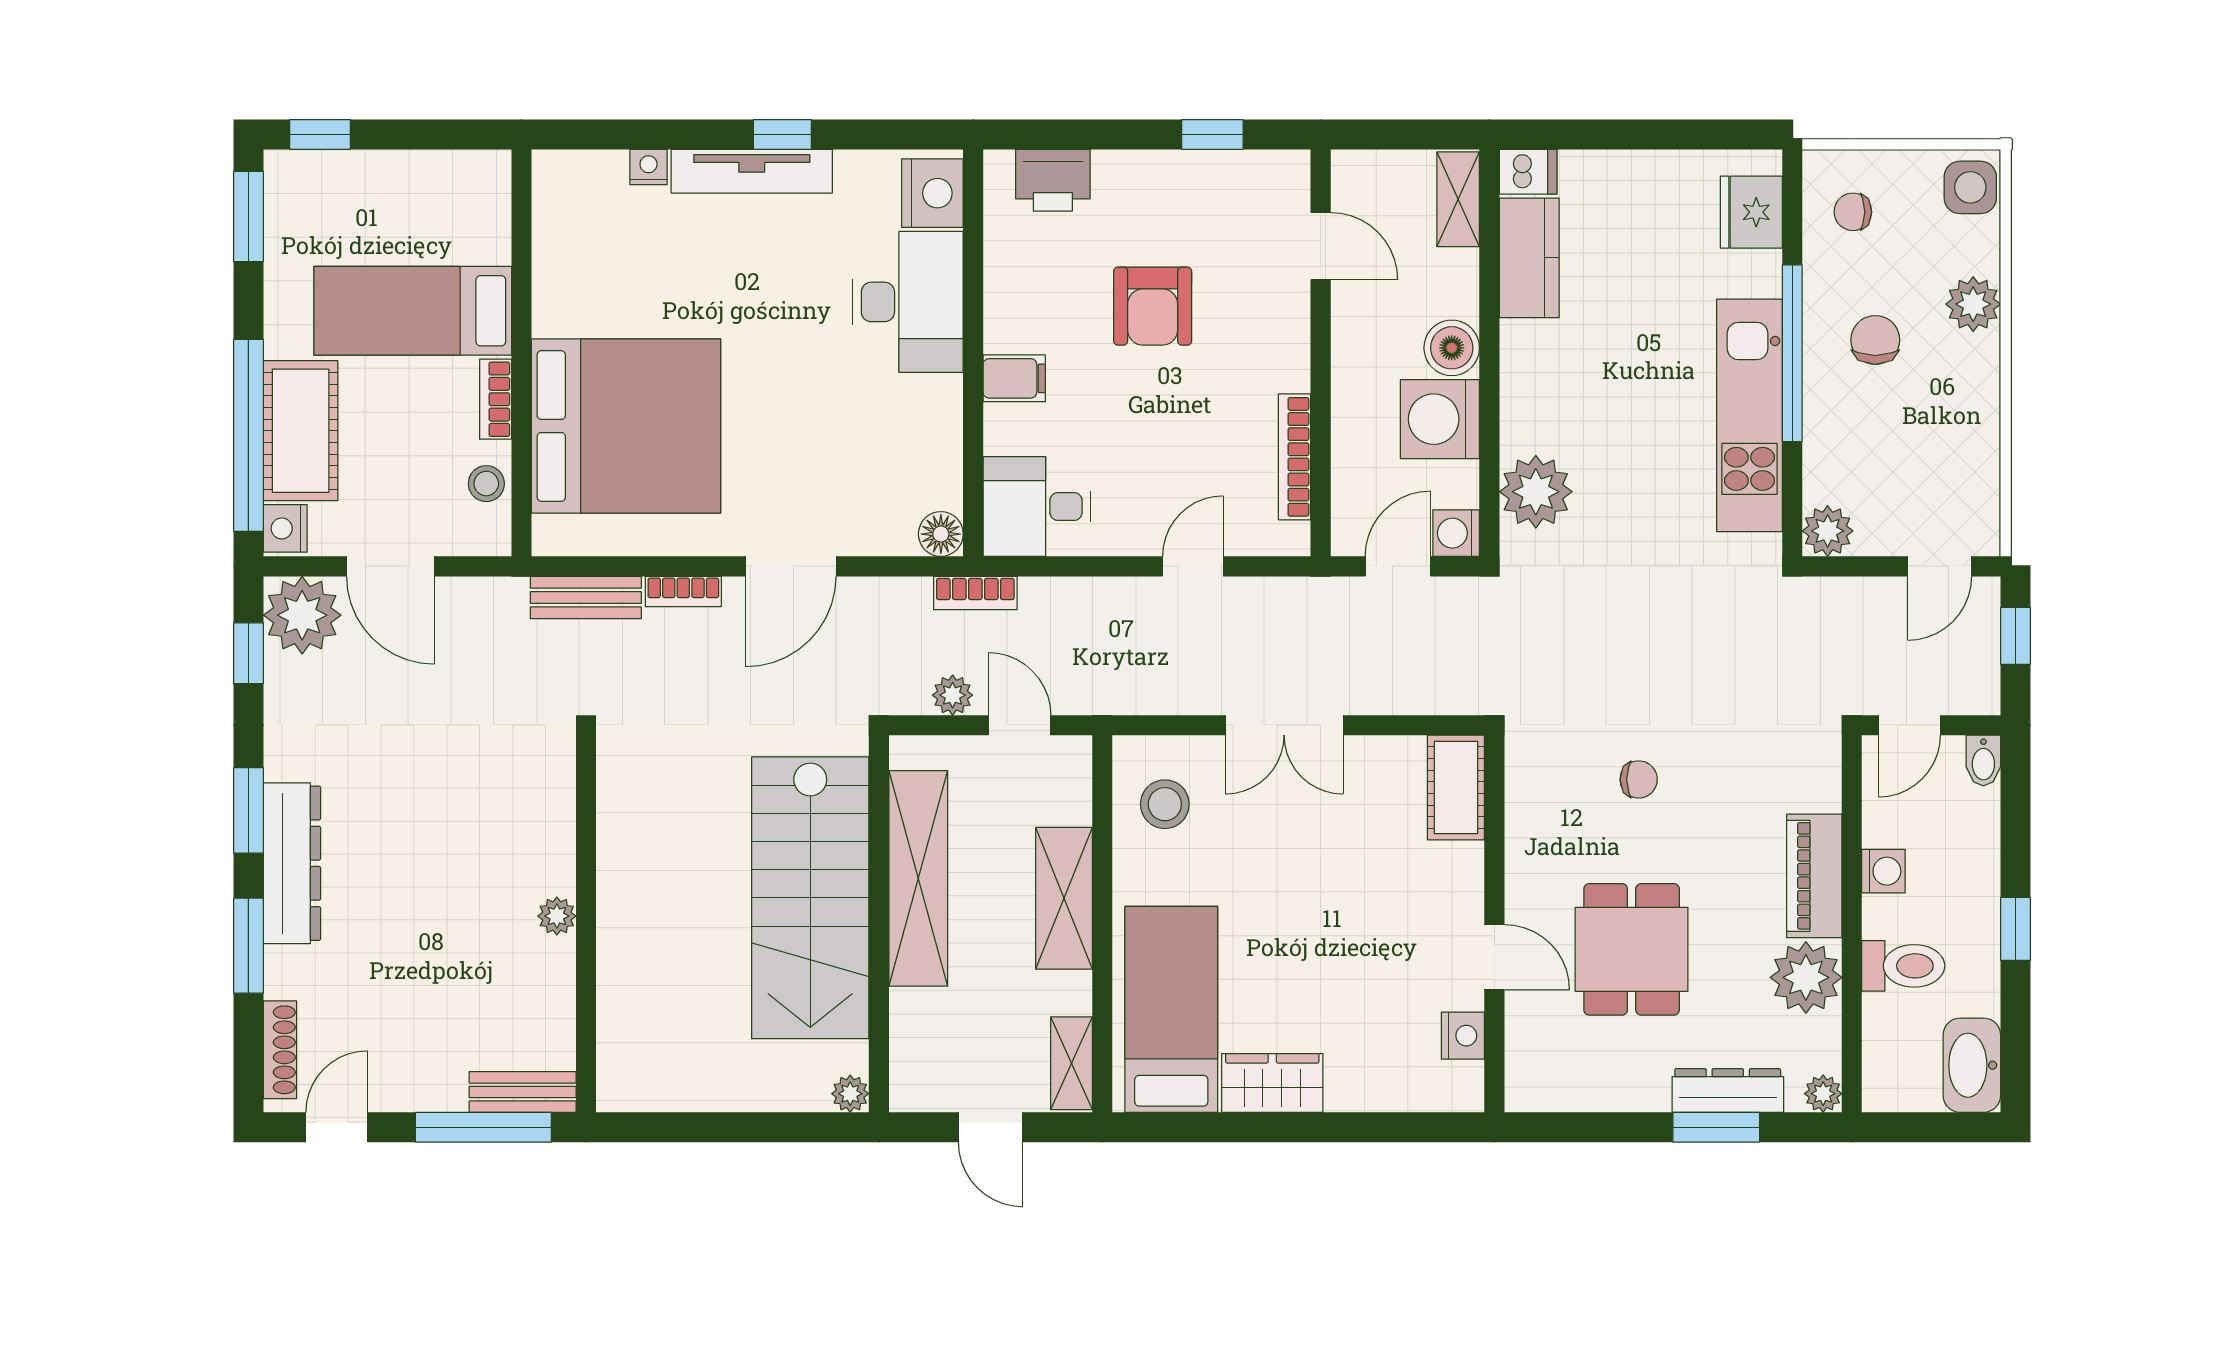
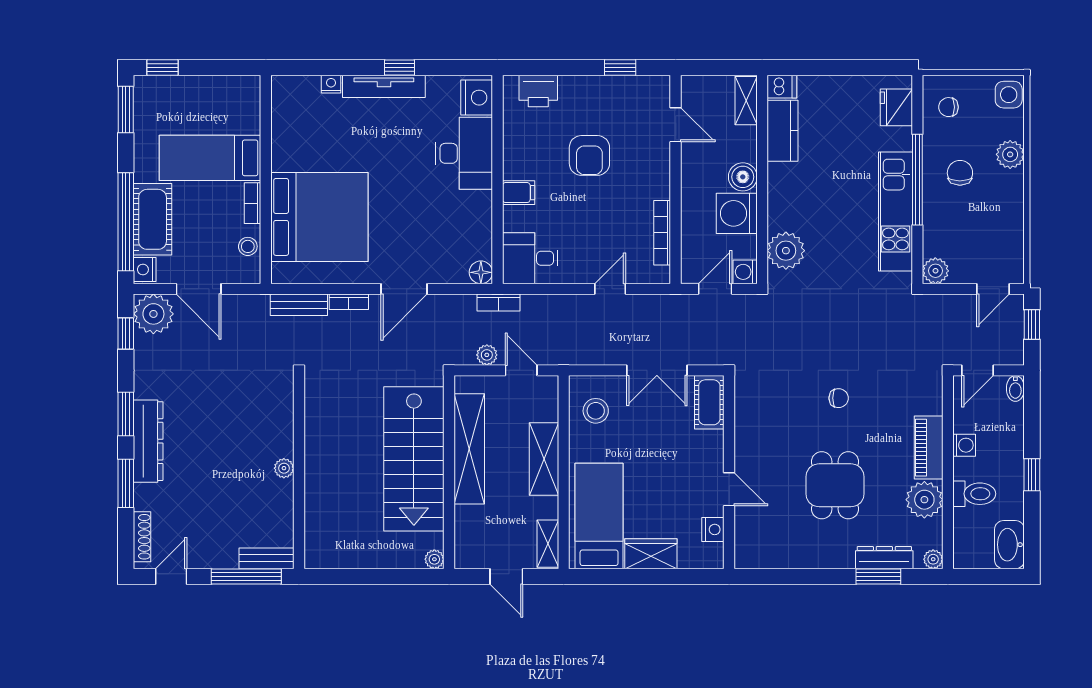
cot: (1456, 788) -> (709, 402), moved
wall: (1494, 924) -> (729, 472), moved
door: (1494, 957) -> (729, 489), moved
nightstand: (1463, 1036) -> (713, 529), moved

